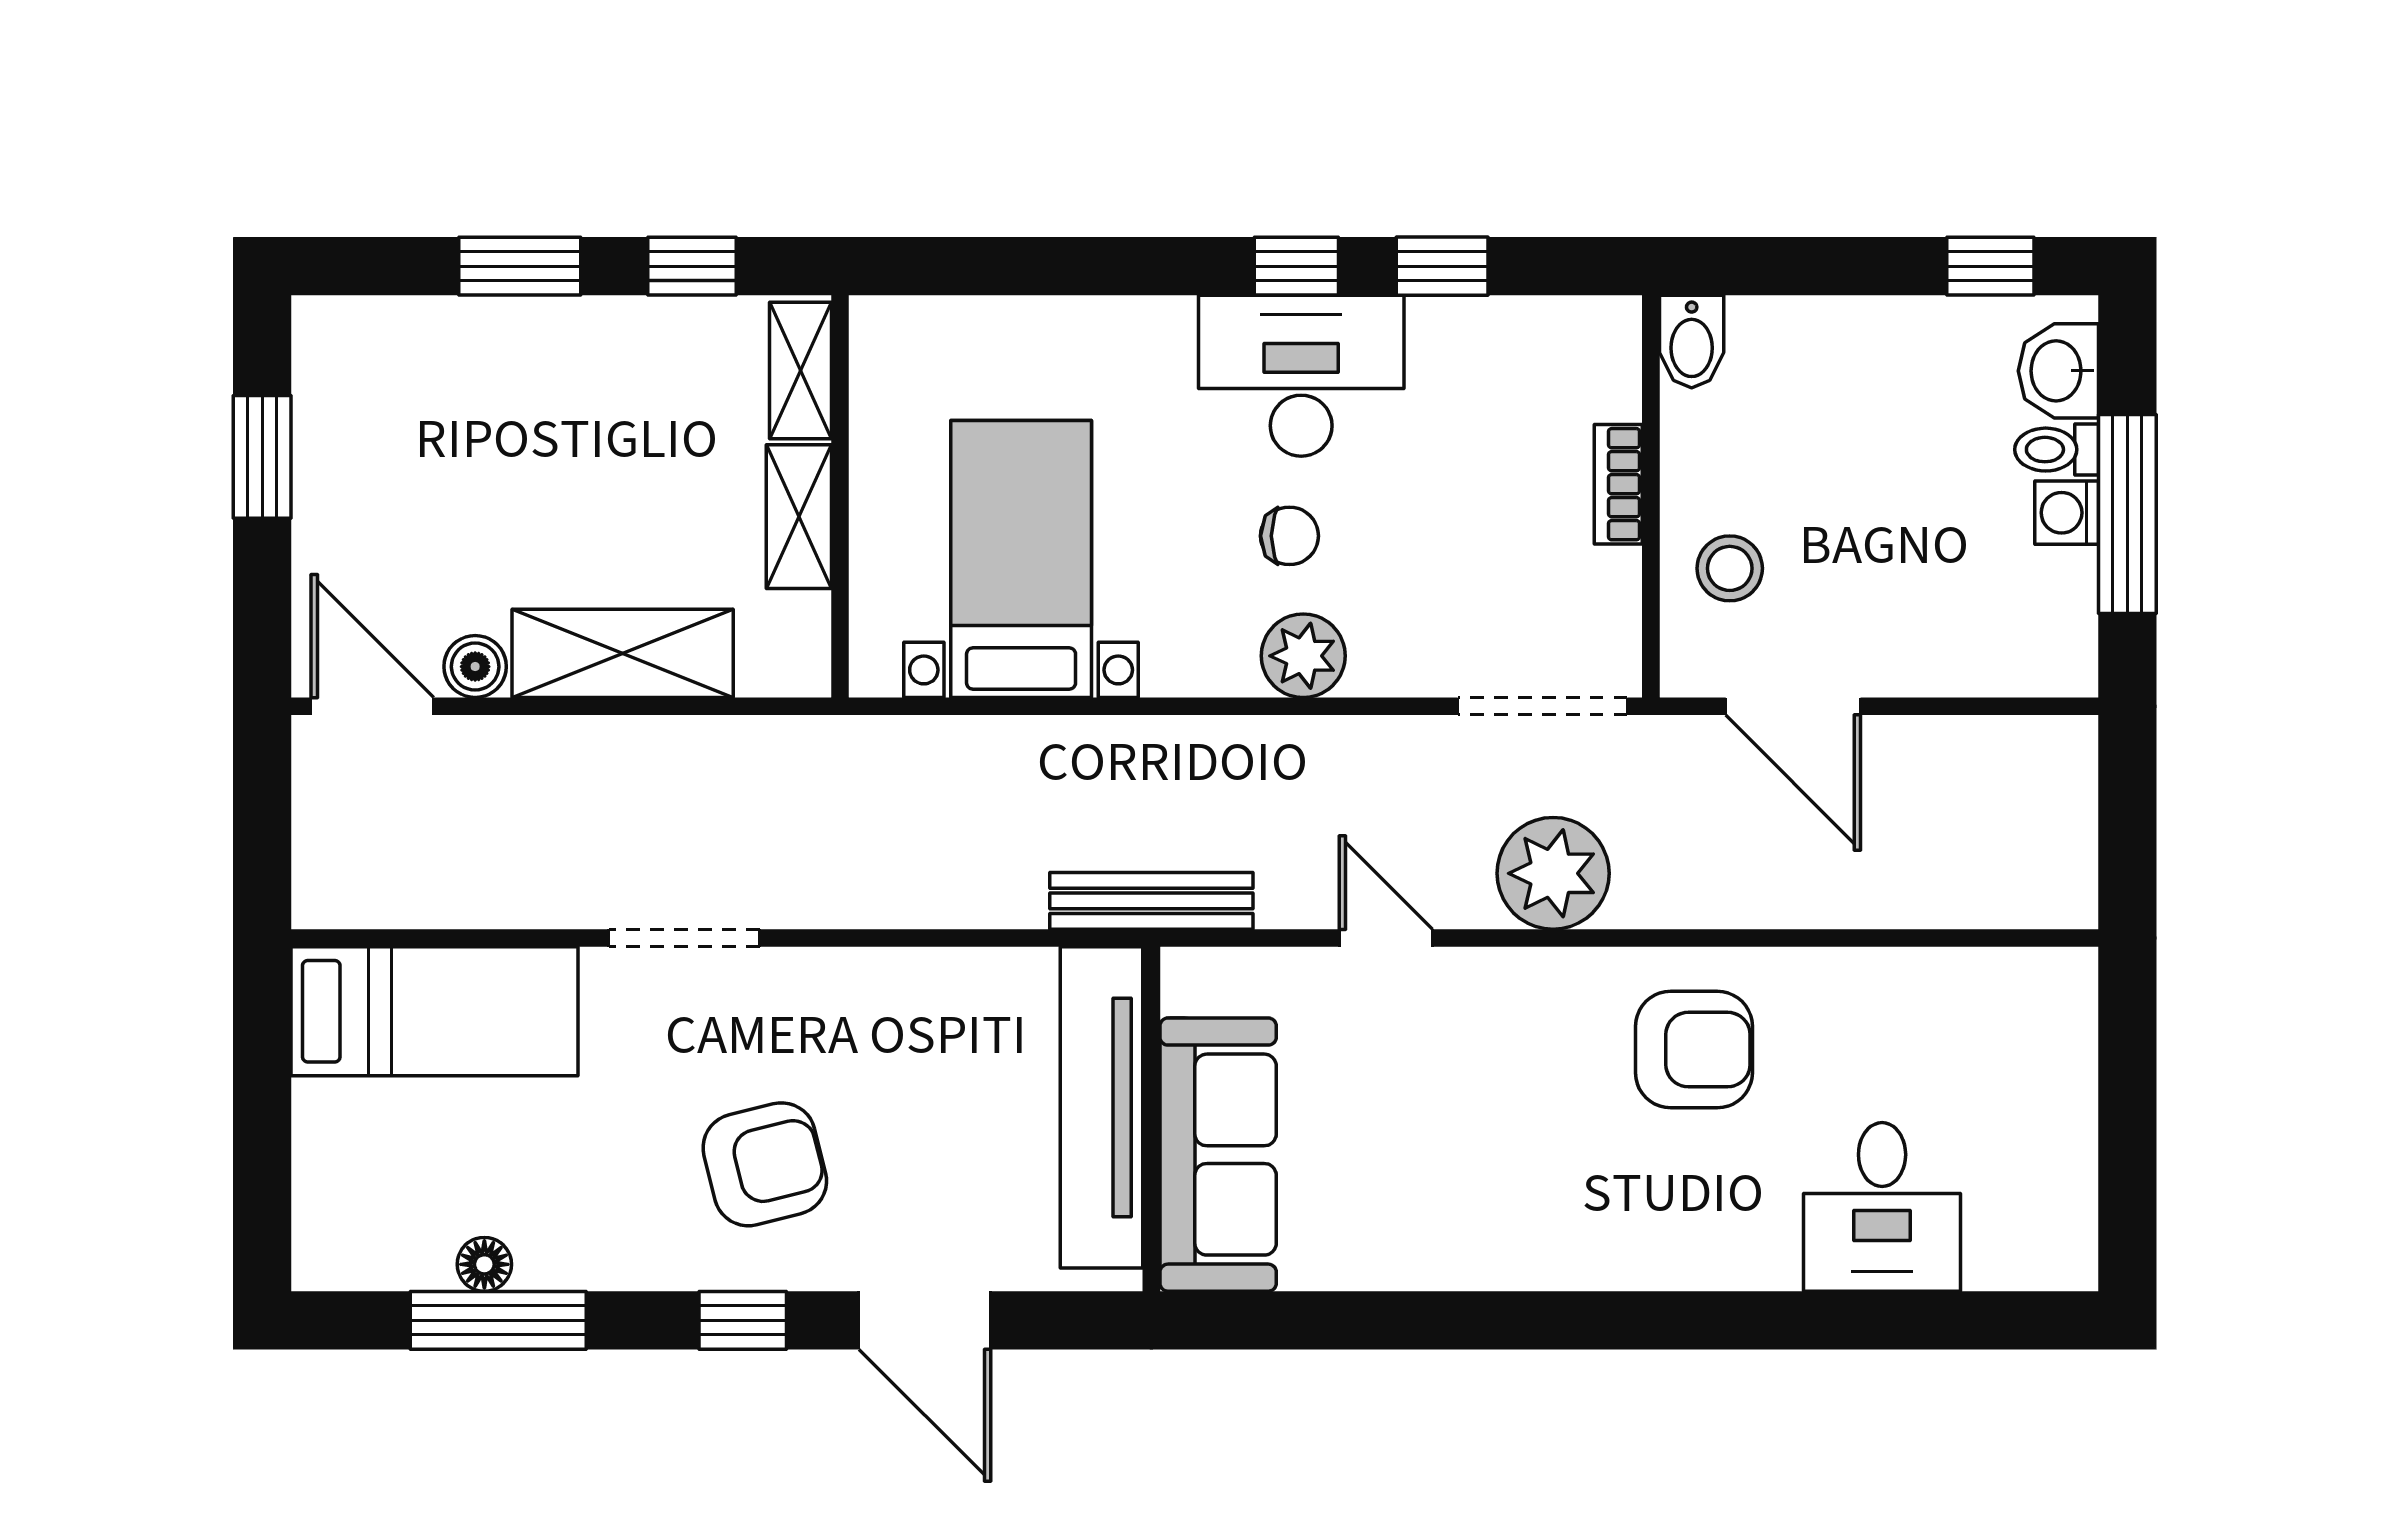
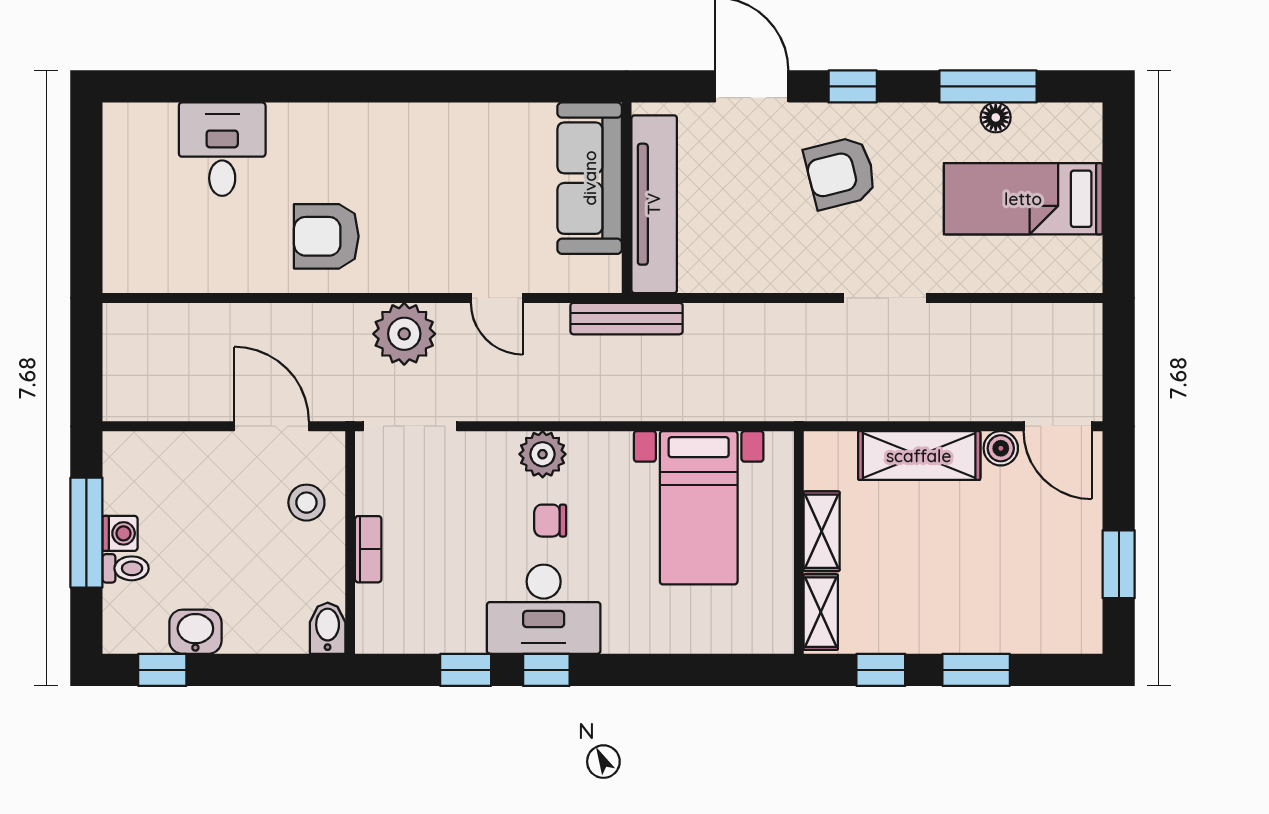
washbasin: (2058, 371) -> (195, 632), moved, turned -90
bed: (435, 1011) -> (1023, 199), moved

